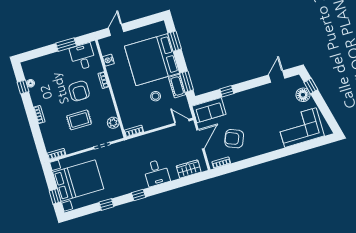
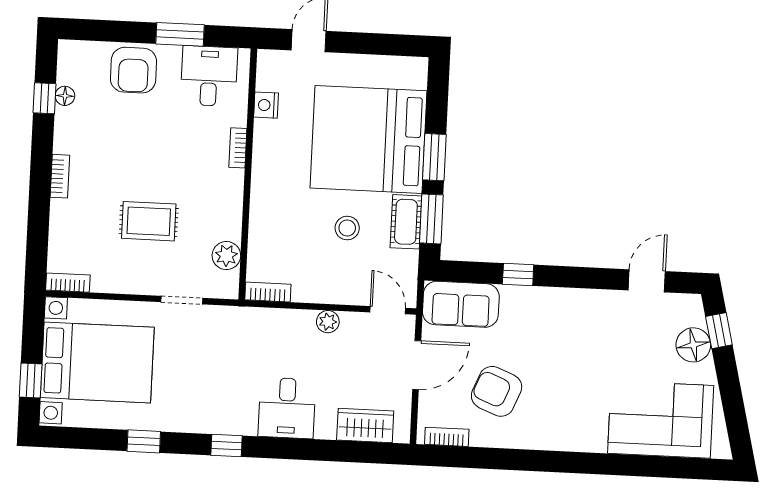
window: (175, 41) -> (434, 157), moved
armchair: (79, 91) -> (133, 70), moved
plant: (161, 134) -> (328, 322), added

